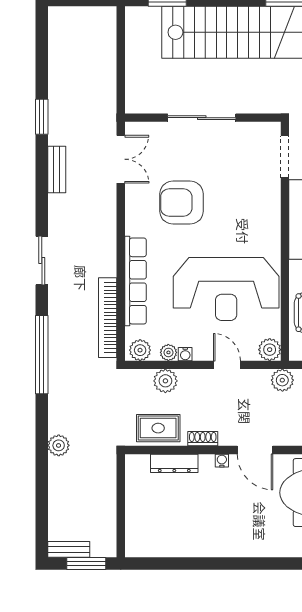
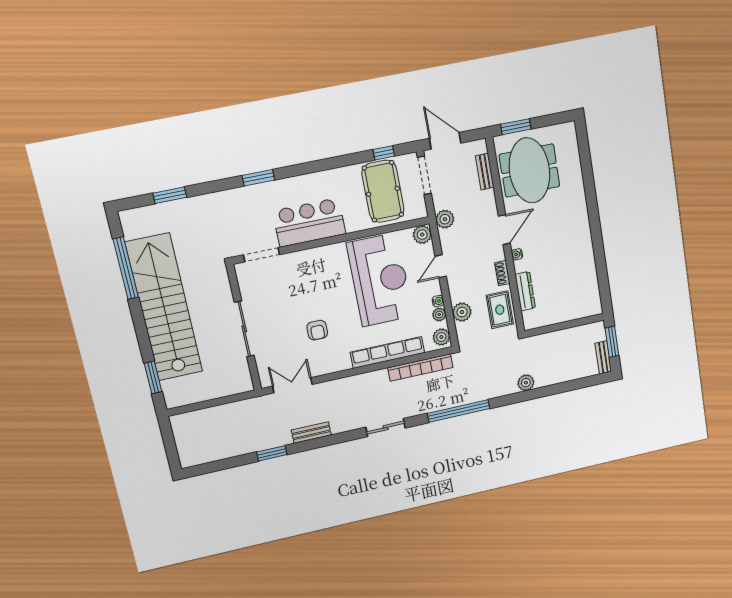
armchair: (182, 203) -> (317, 330), width x0.53, depth x0.53

